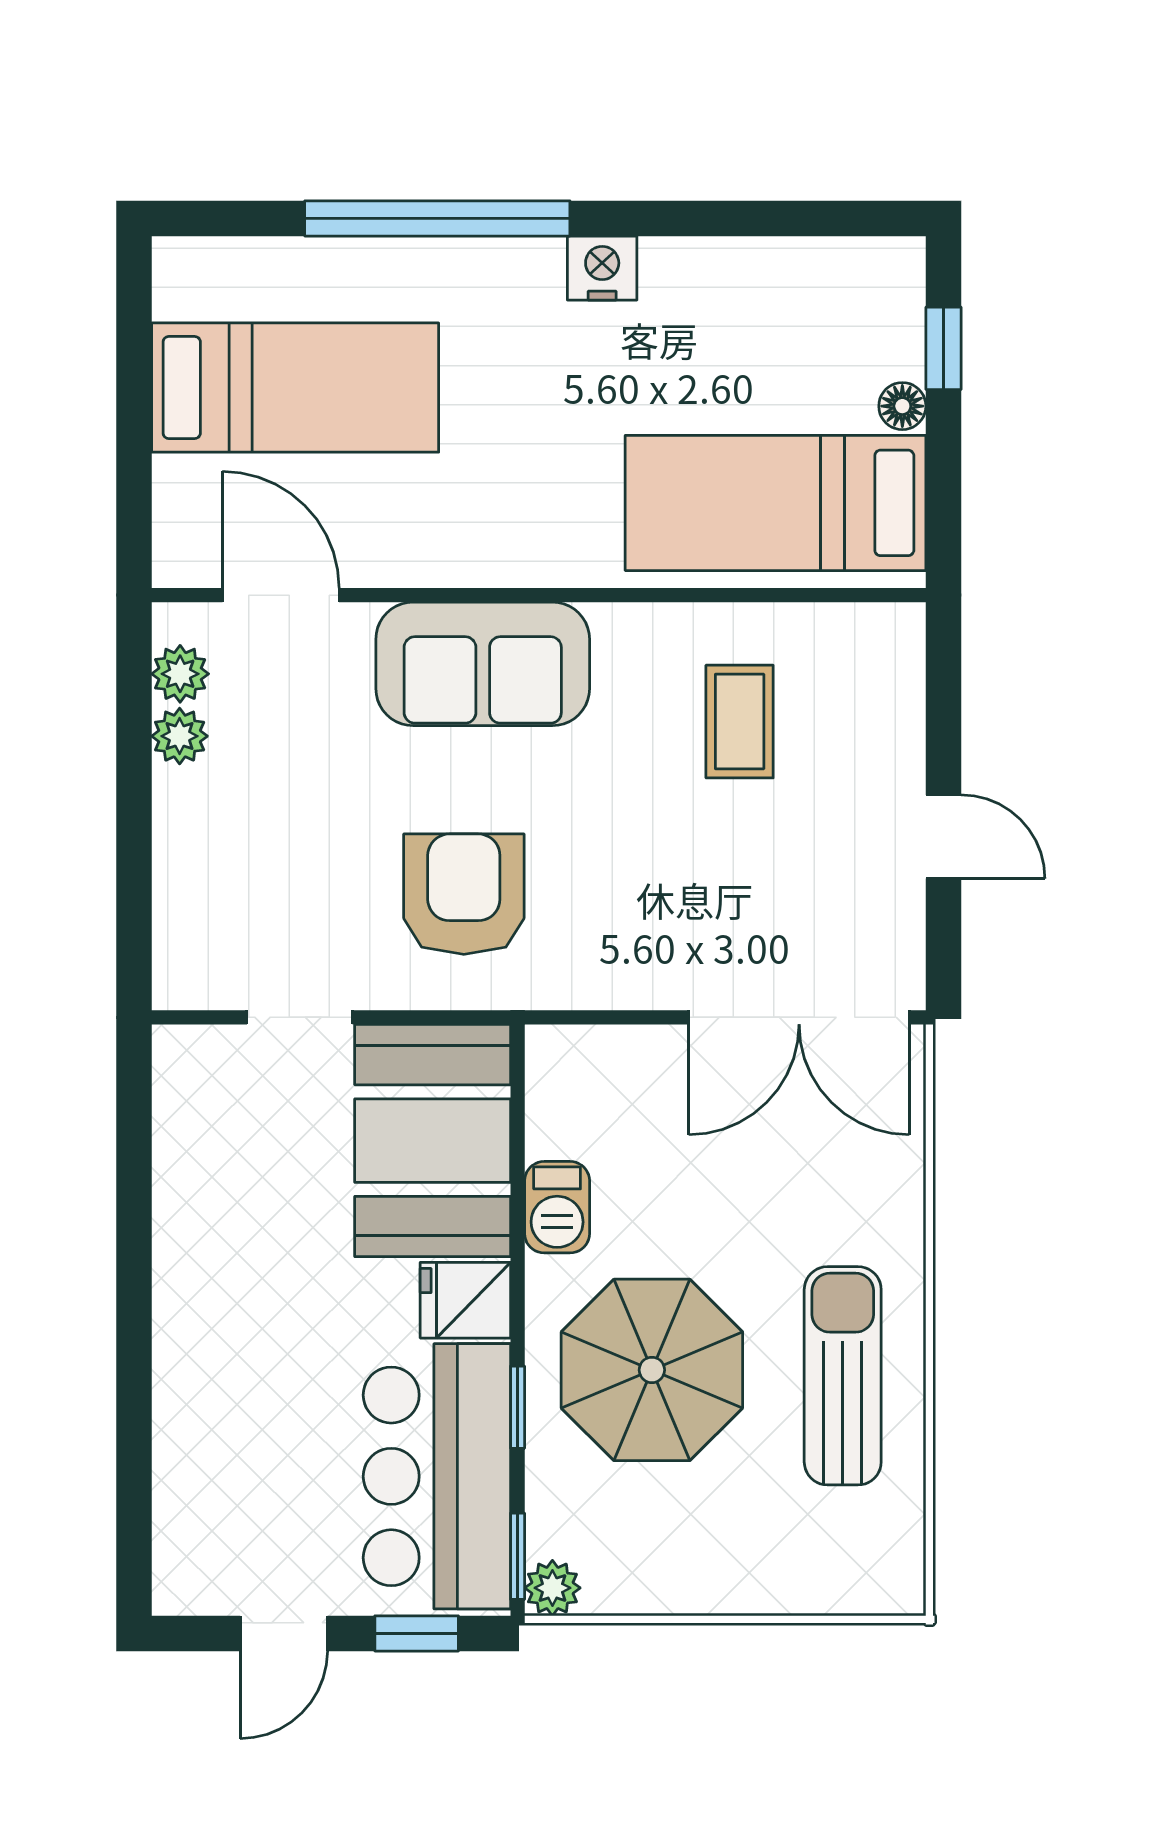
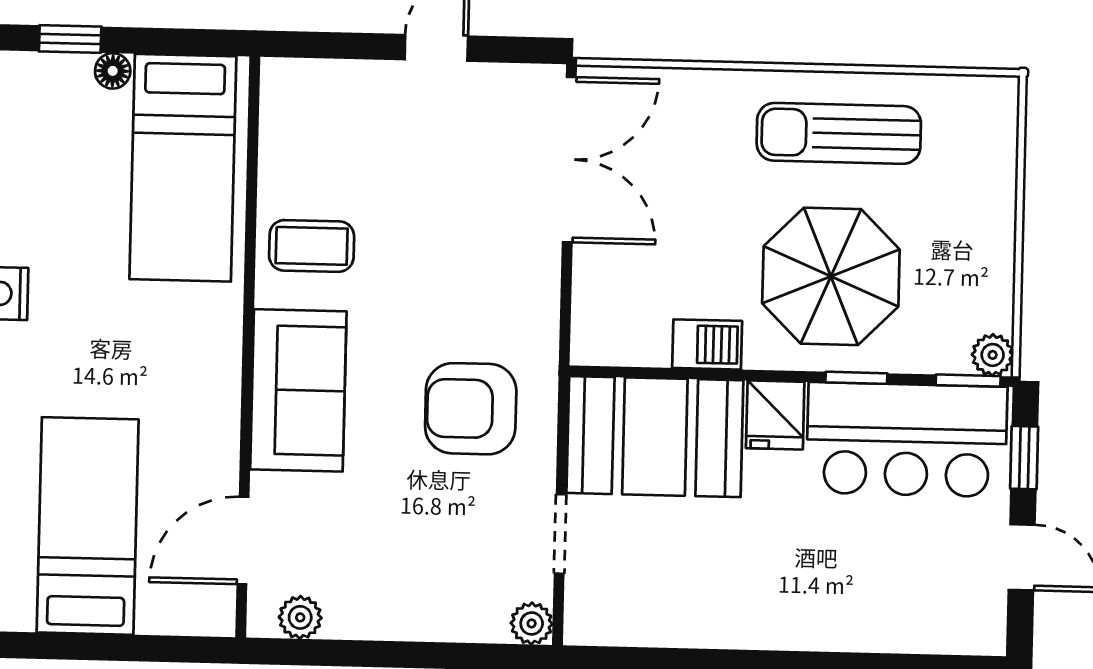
coffee table: (740, 722) -> (312, 246), moved
plant: (180, 736) -> (532, 623), moved

